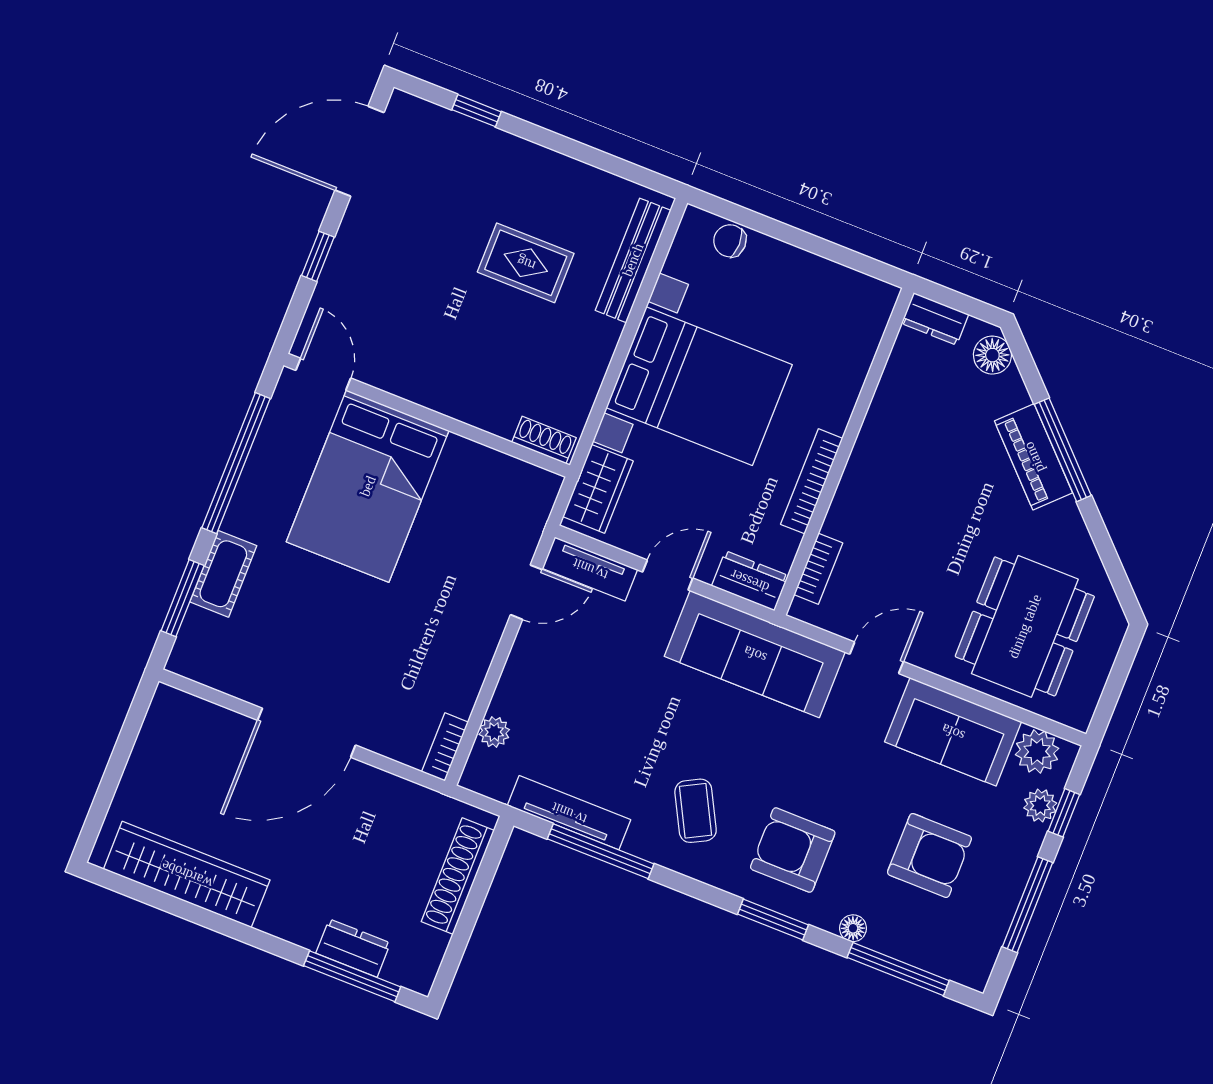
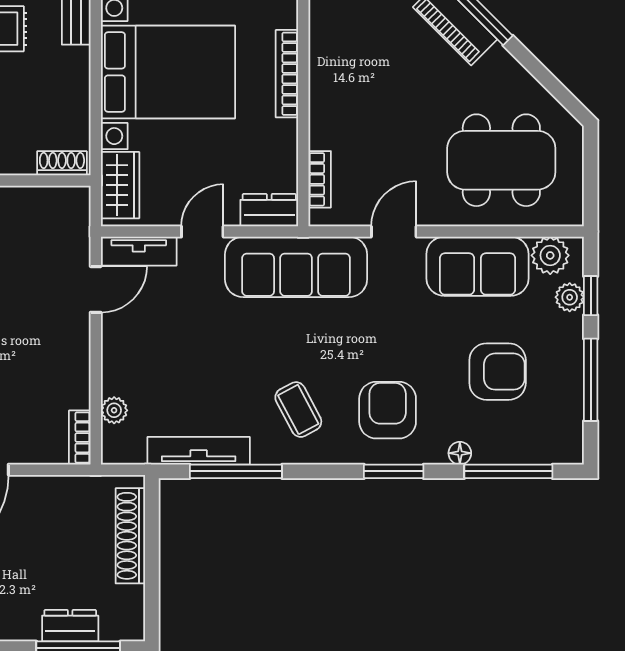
bookcase: (812, 481) -> (287, 74), moved
dining table: (1025, 626) -> (501, 160), turned 90
armchair: (793, 850) -> (388, 410), turned 90

